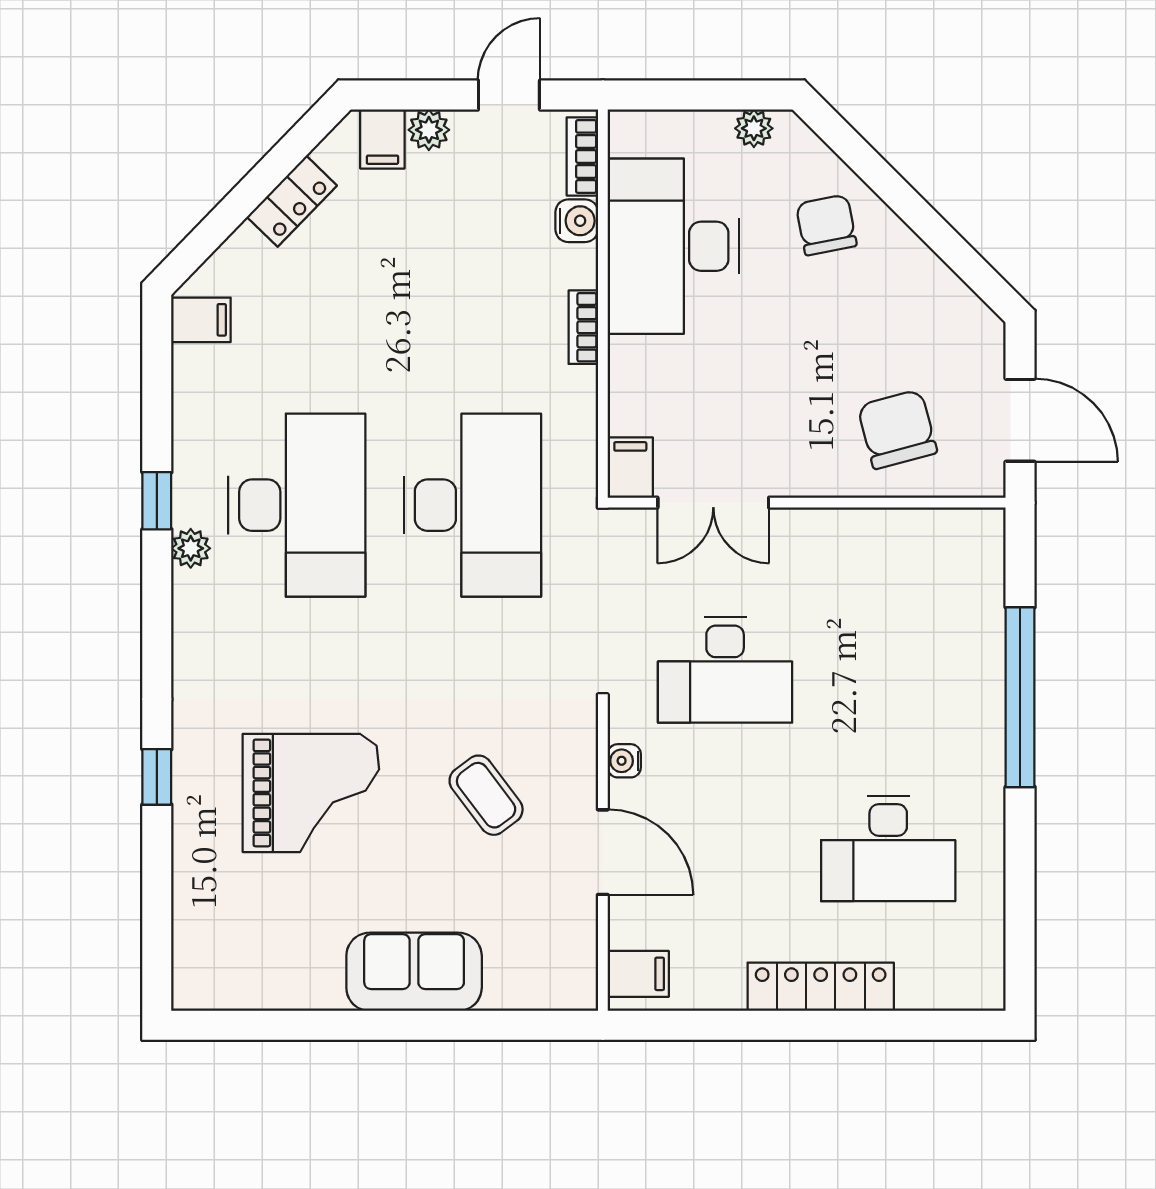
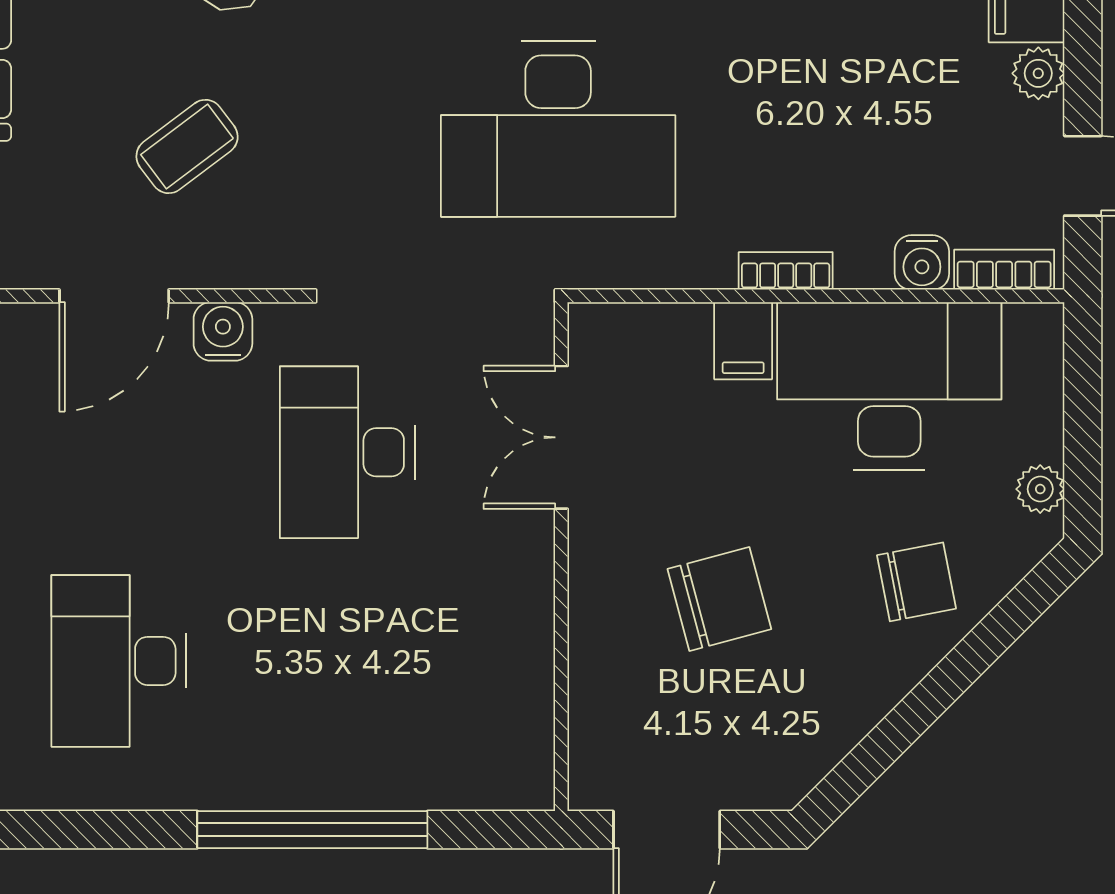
chair: (897, 429) -> (719, 599), moved
filing cabinet: (630, 468) -> (743, 341), moved, turned 90
water cooler: (624, 761) -> (223, 331), width x1.38, depth x1.38

